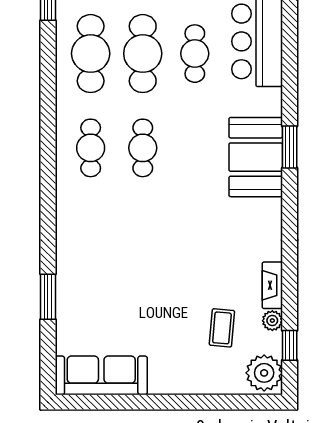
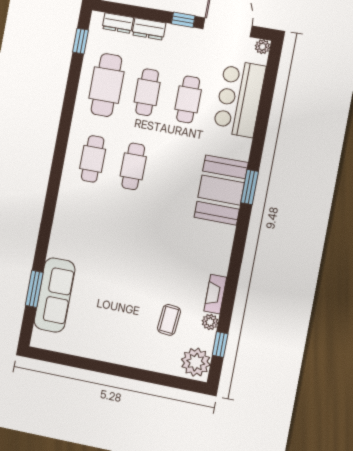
cafe table: (143, 54) -> (147, 92), width x0.73, depth x0.74
window: (48, 297) -> (34, 289), moved
sofa: (101, 375) -> (55, 295), moved, turned 90

